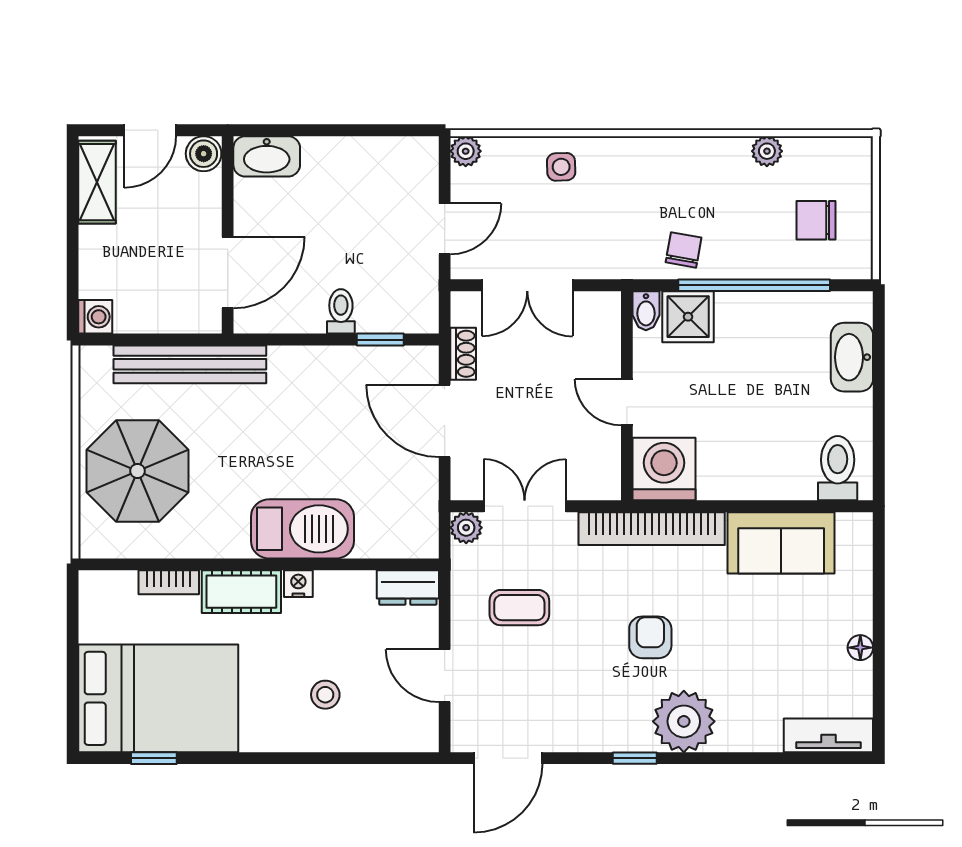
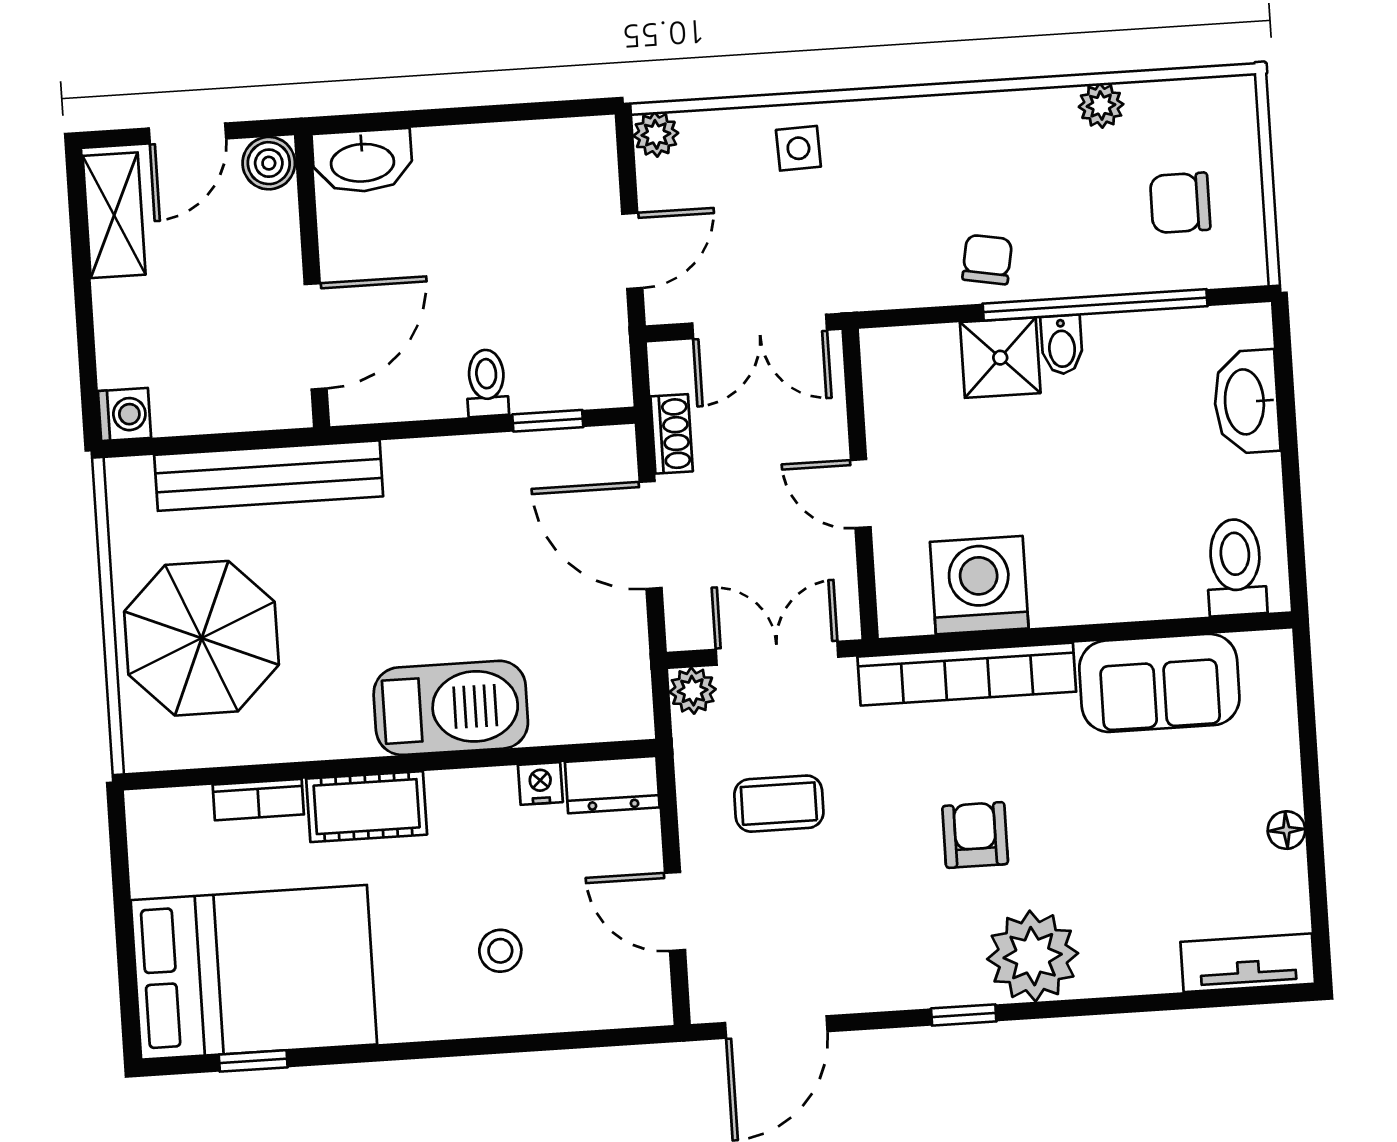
bidet: (646, 311) -> (1062, 345), moved
wall: (627, 396) -> (860, 484), moved
door: (627, 402) -> (861, 494), moved
nightstand: (298, 584) -> (540, 783), moved

